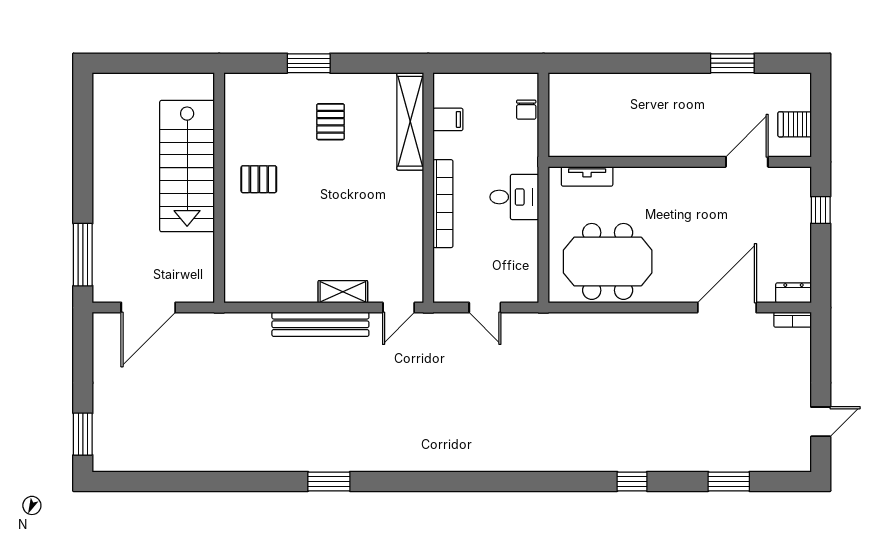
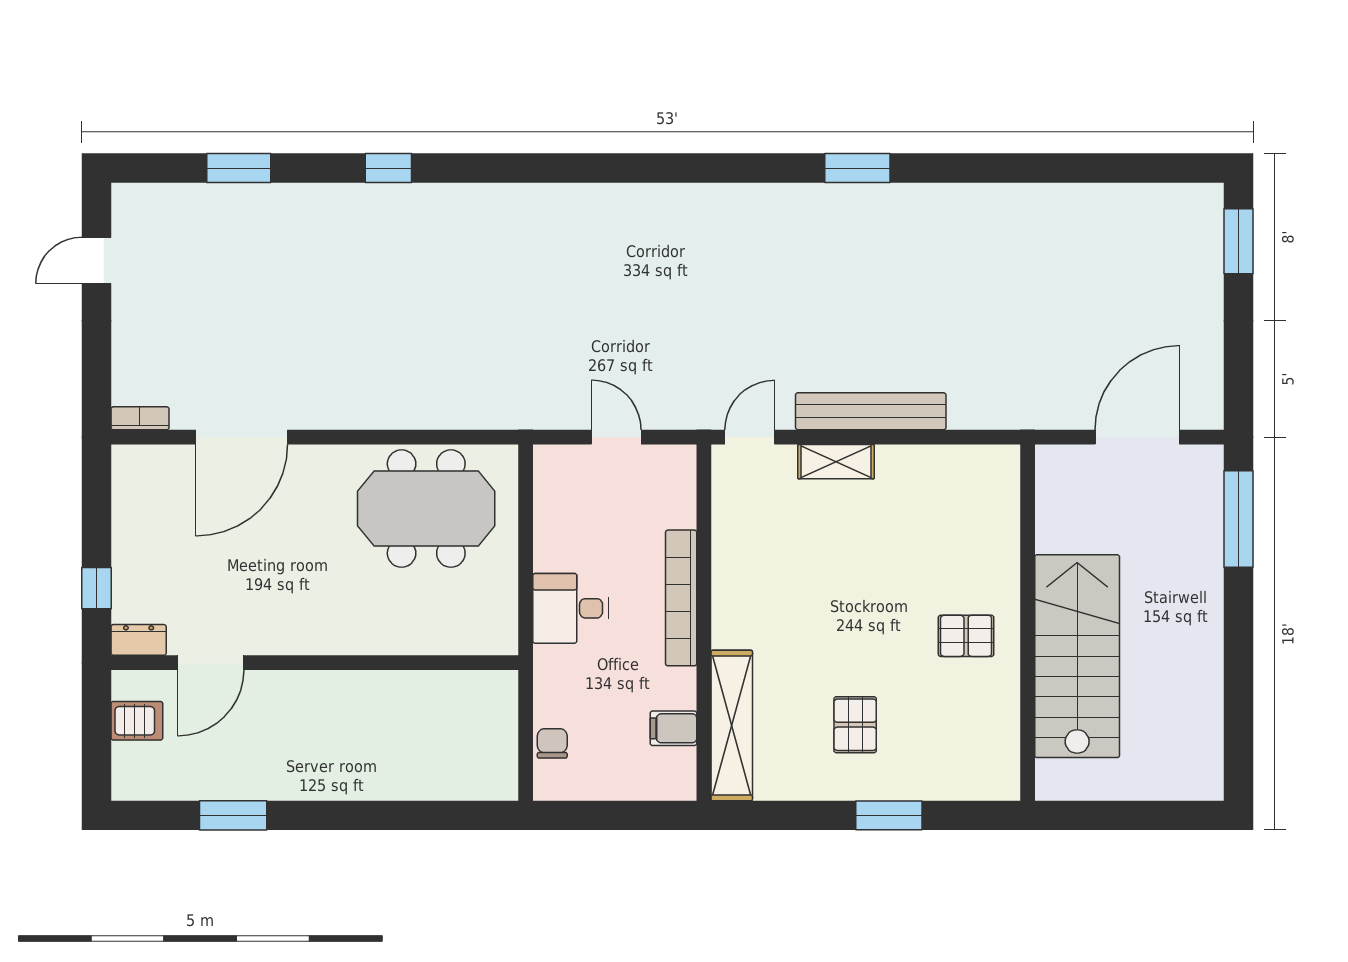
tv unit: (587, 176) -> (458, 640), removed
dresser: (793, 293) -> (139, 640), moved, turned 180

